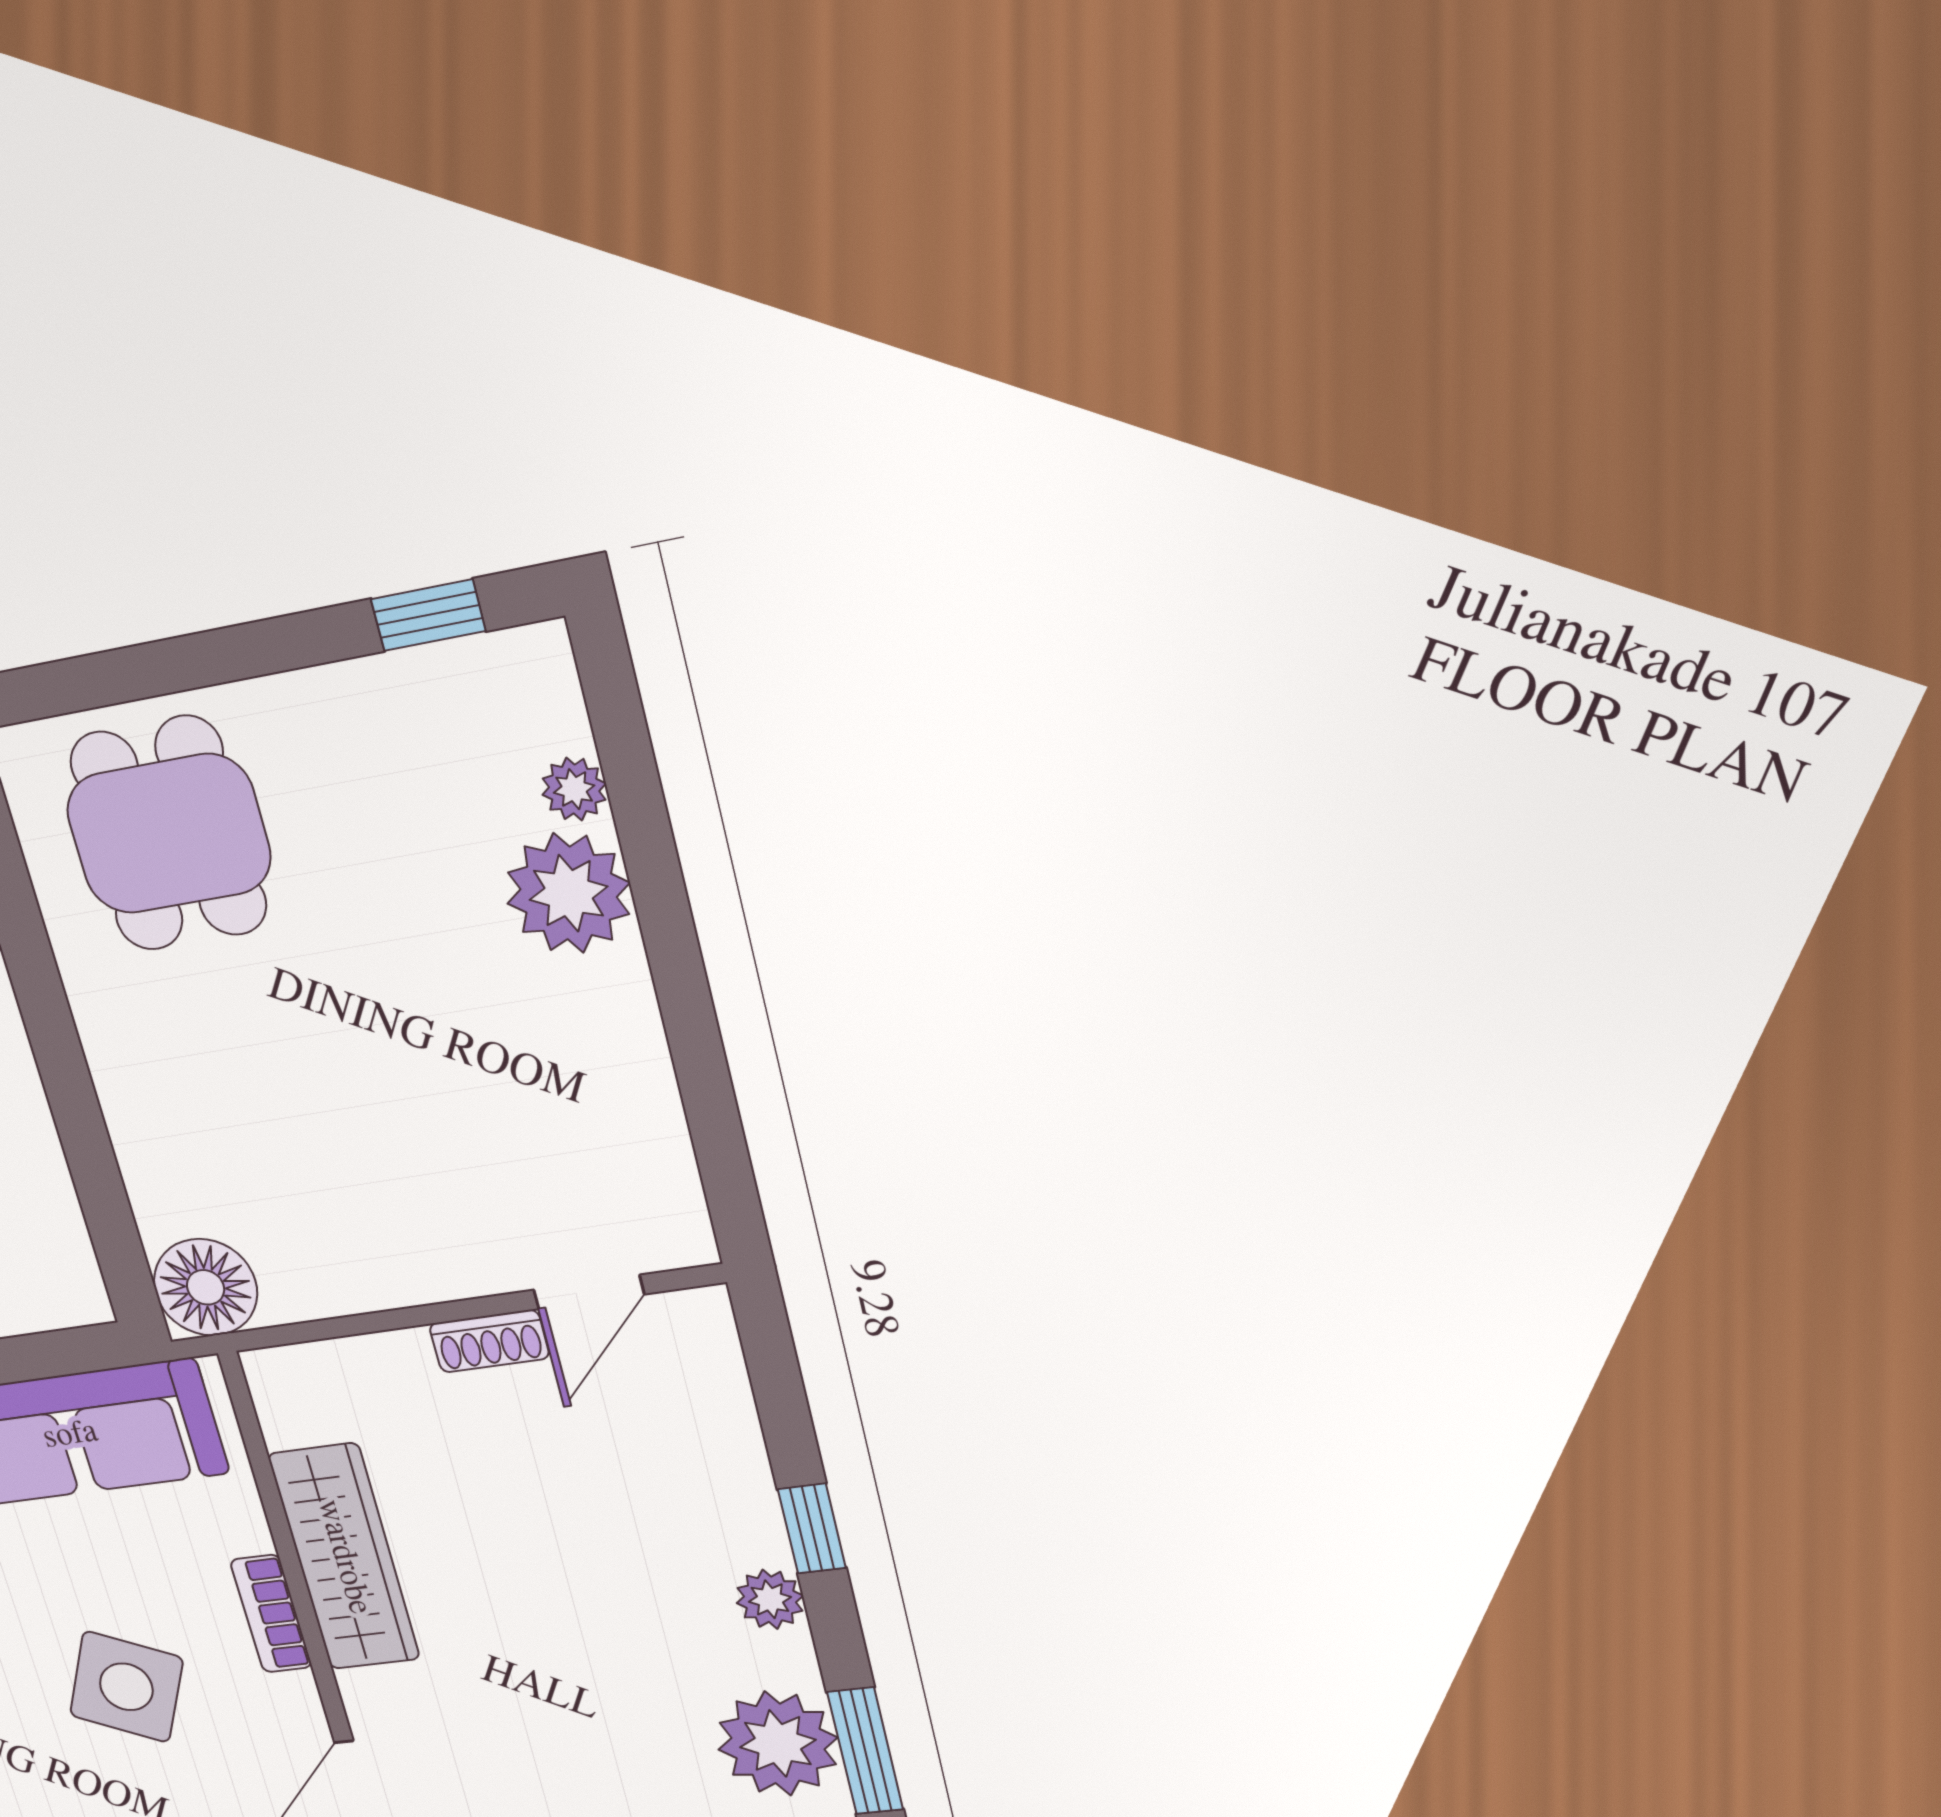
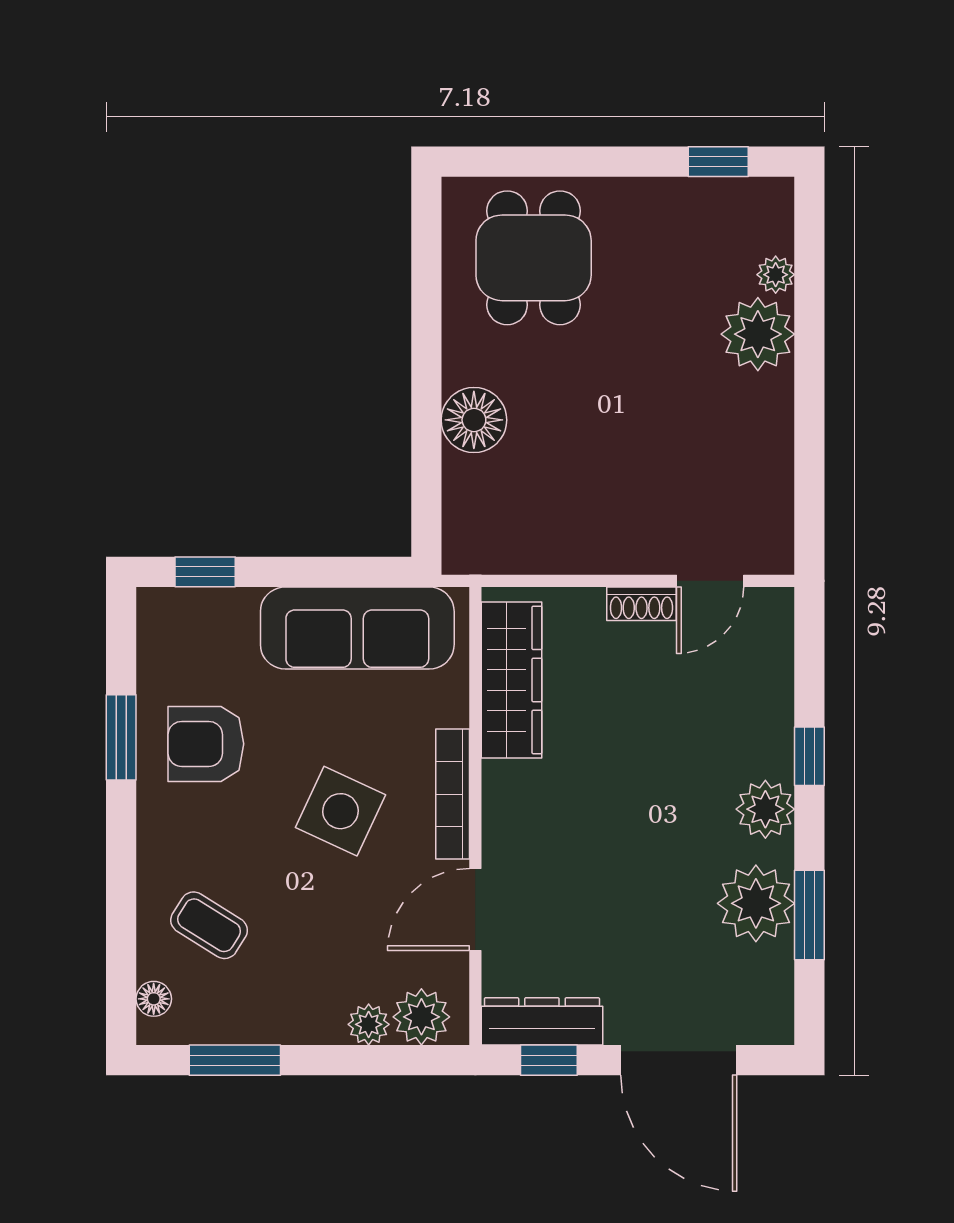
floor lamp: (206, 1287) -> (474, 420), moved
wardrobe: (344, 1557) -> (512, 680), moved
plant: (770, 1599) -> (765, 809), width x1.38, depth x1.38
bookcase: (271, 1614) -> (453, 794), width x1.56

